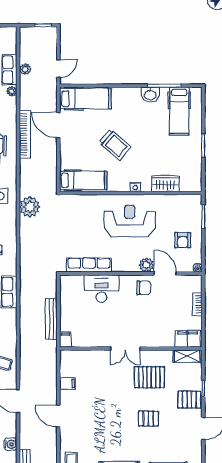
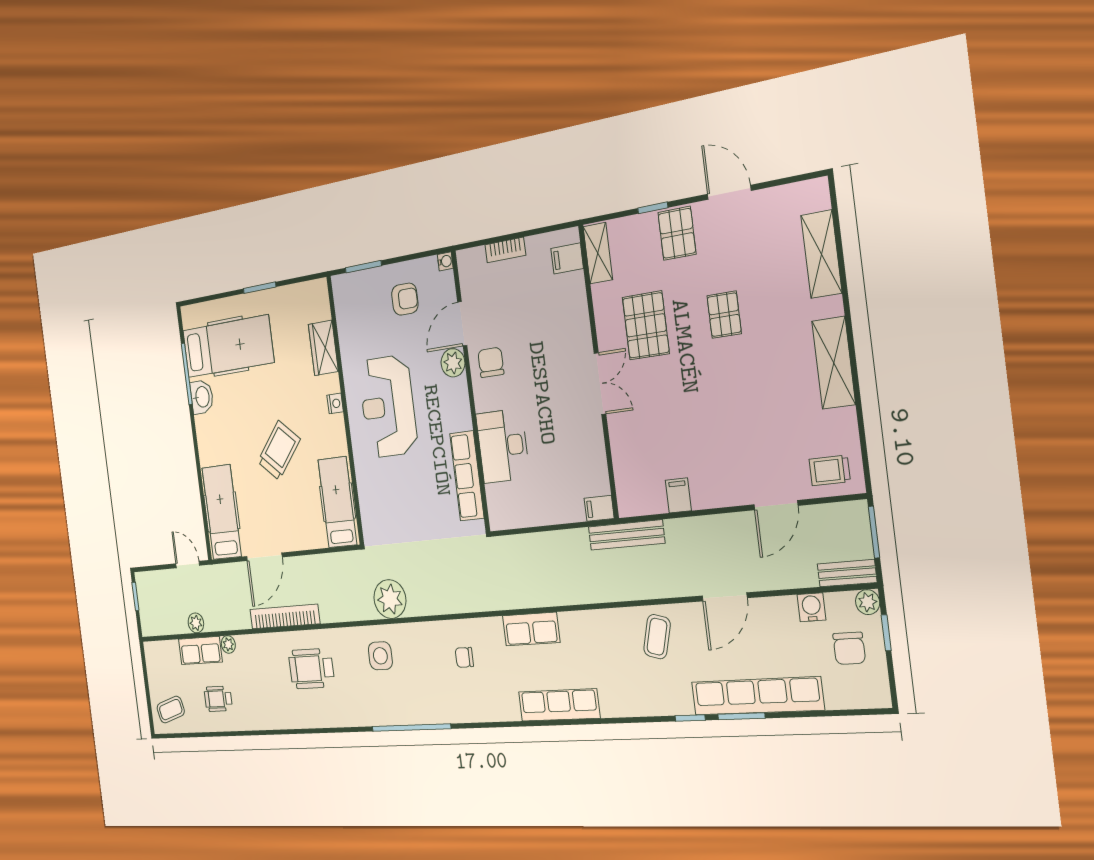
hospital bed: (179, 111) -> (228, 346), width x1.37, depth x1.29
bench: (51, 319) -> (626, 535), moved
filing cabinet: (188, 339) -> (567, 258), width x0.50
door: (58, 416) -> (776, 505), moved

